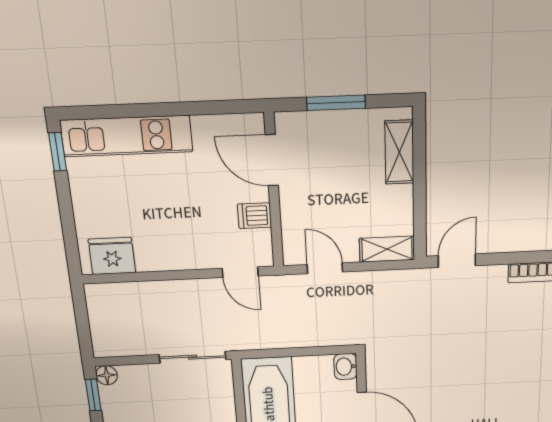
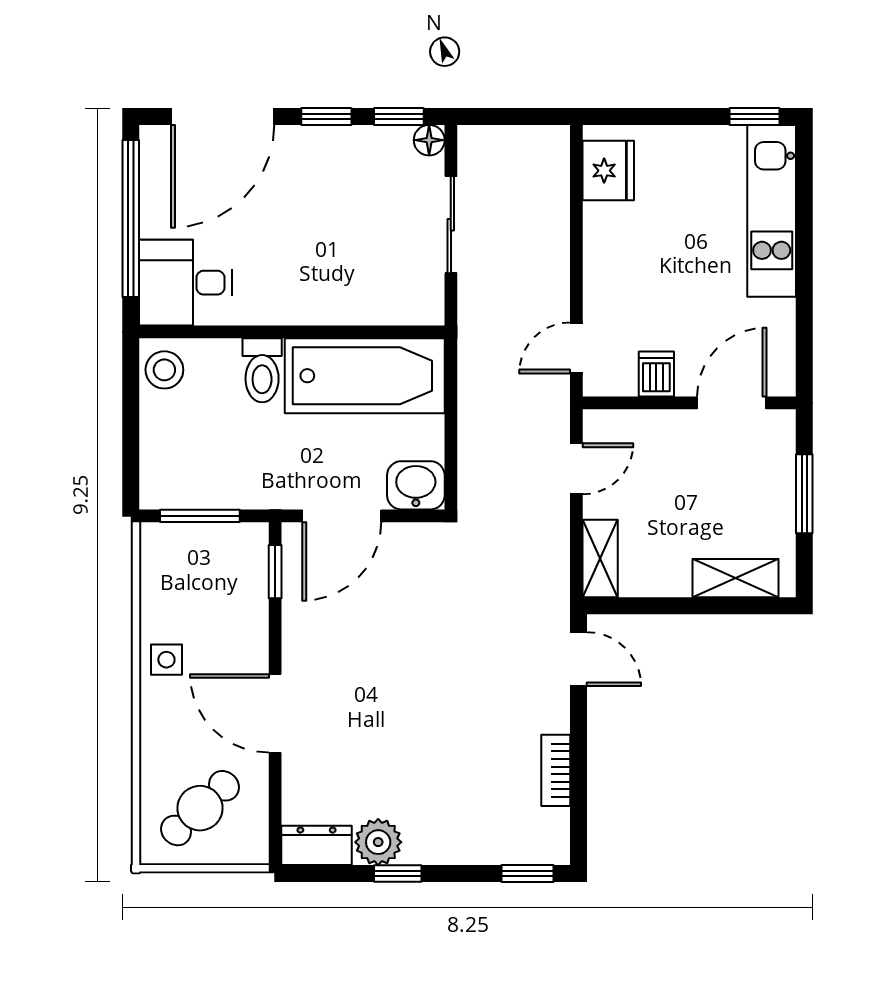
sliding door: (193, 357) -> (451, 225), moved
washbasin: (345, 367) -> (416, 485), width x1.38, depth x1.45

